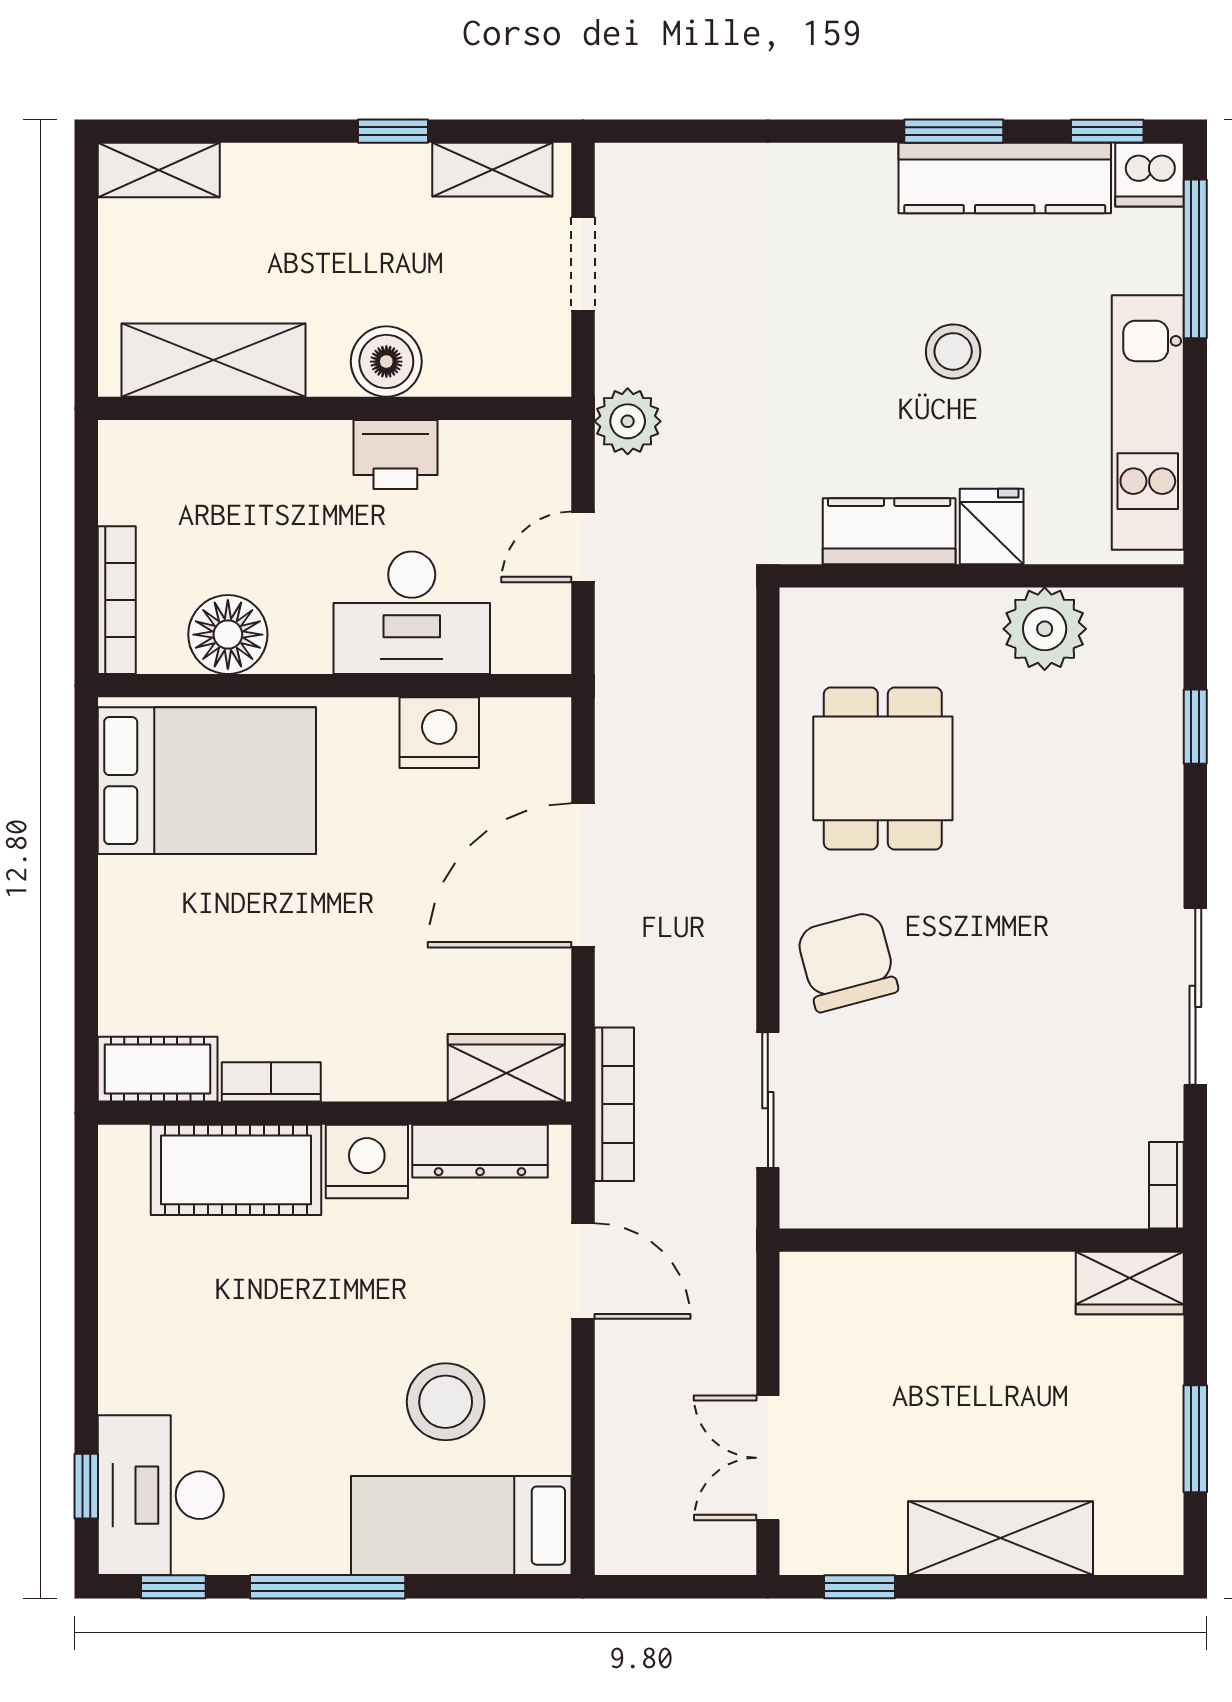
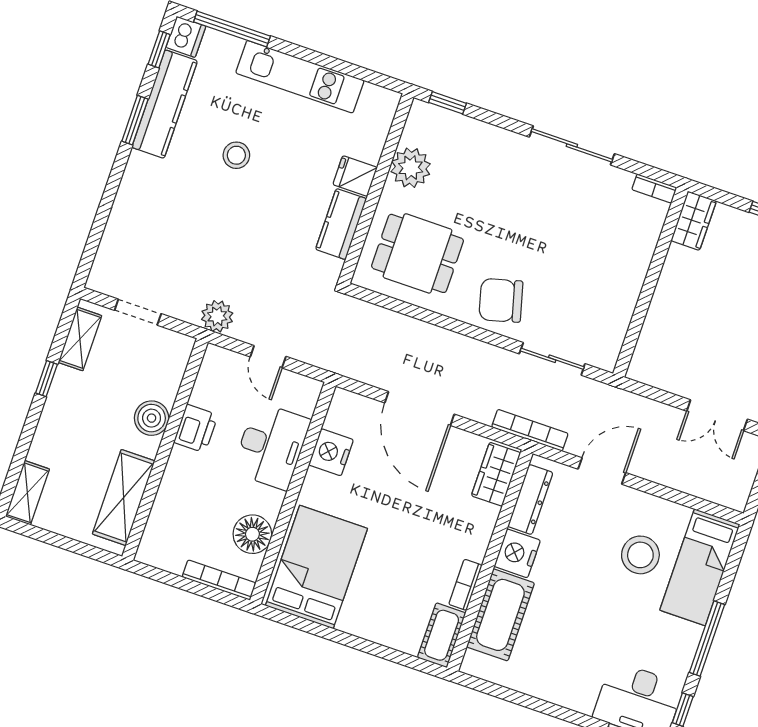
fridge: (992, 526) -> (355, 176), moved
kitchen counter: (889, 531) -> (341, 224), moved
wall: (982, 576) -> (376, 188), moved
plant: (1045, 629) -> (411, 168), moved

